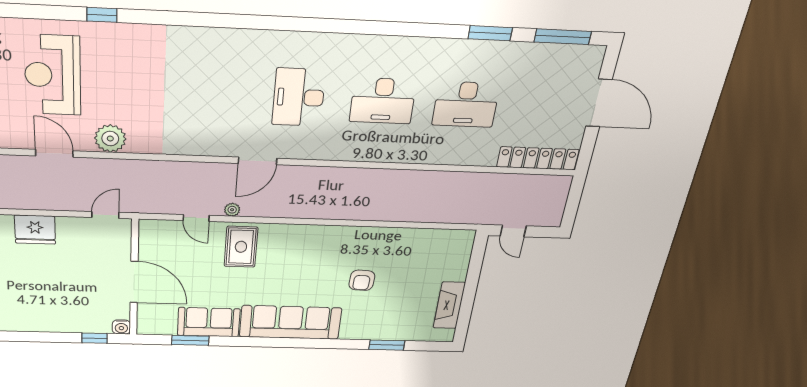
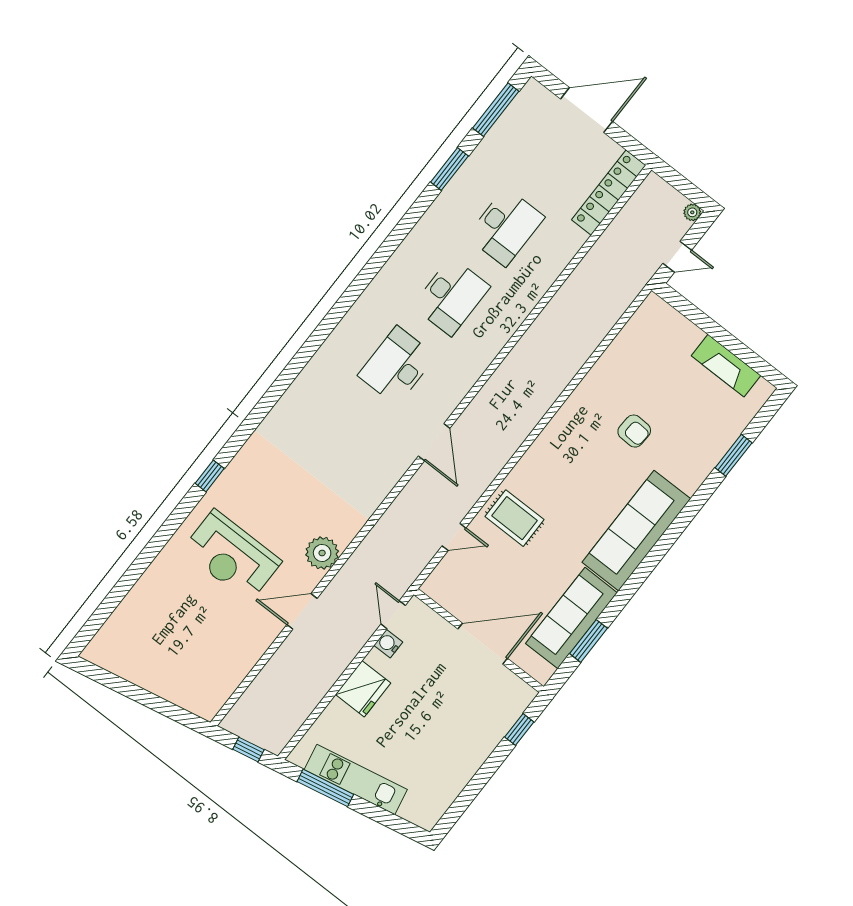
desk: (299, 97) -> (397, 366), turned 90
plant: (232, 210) -> (692, 212), moved
sofa: (209, 322) -> (571, 618), width x1.36
water cooler: (121, 327) -> (388, 644), moved, turned 180

